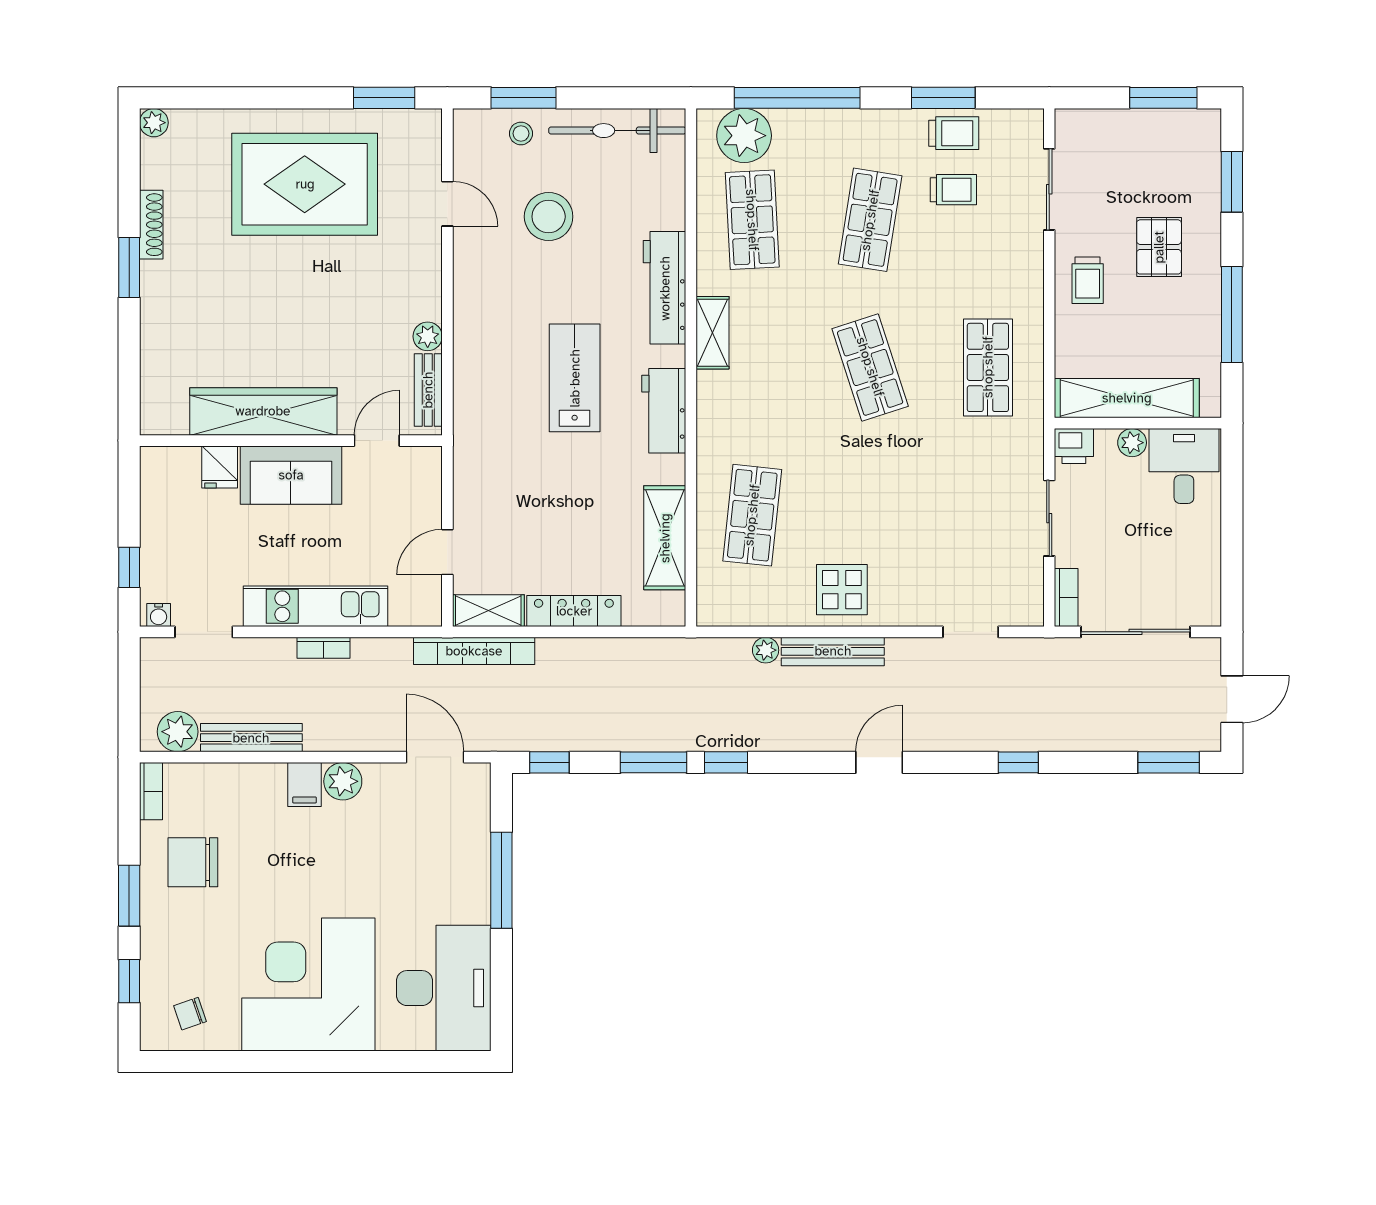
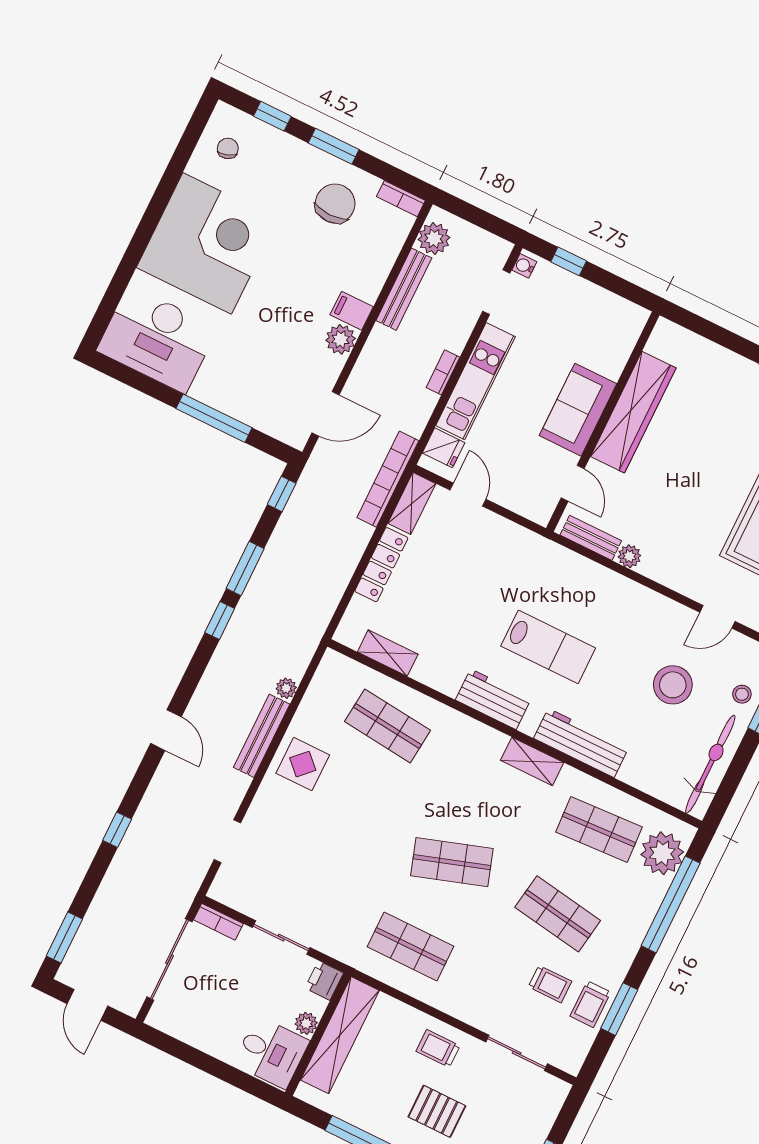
trolley: (953, 190) -> (550, 984), turned -90
fridge: (220, 467) -> (443, 448), moved, turned 180
shelving: (665, 538) -> (388, 653), width x0.67, depth x0.75

